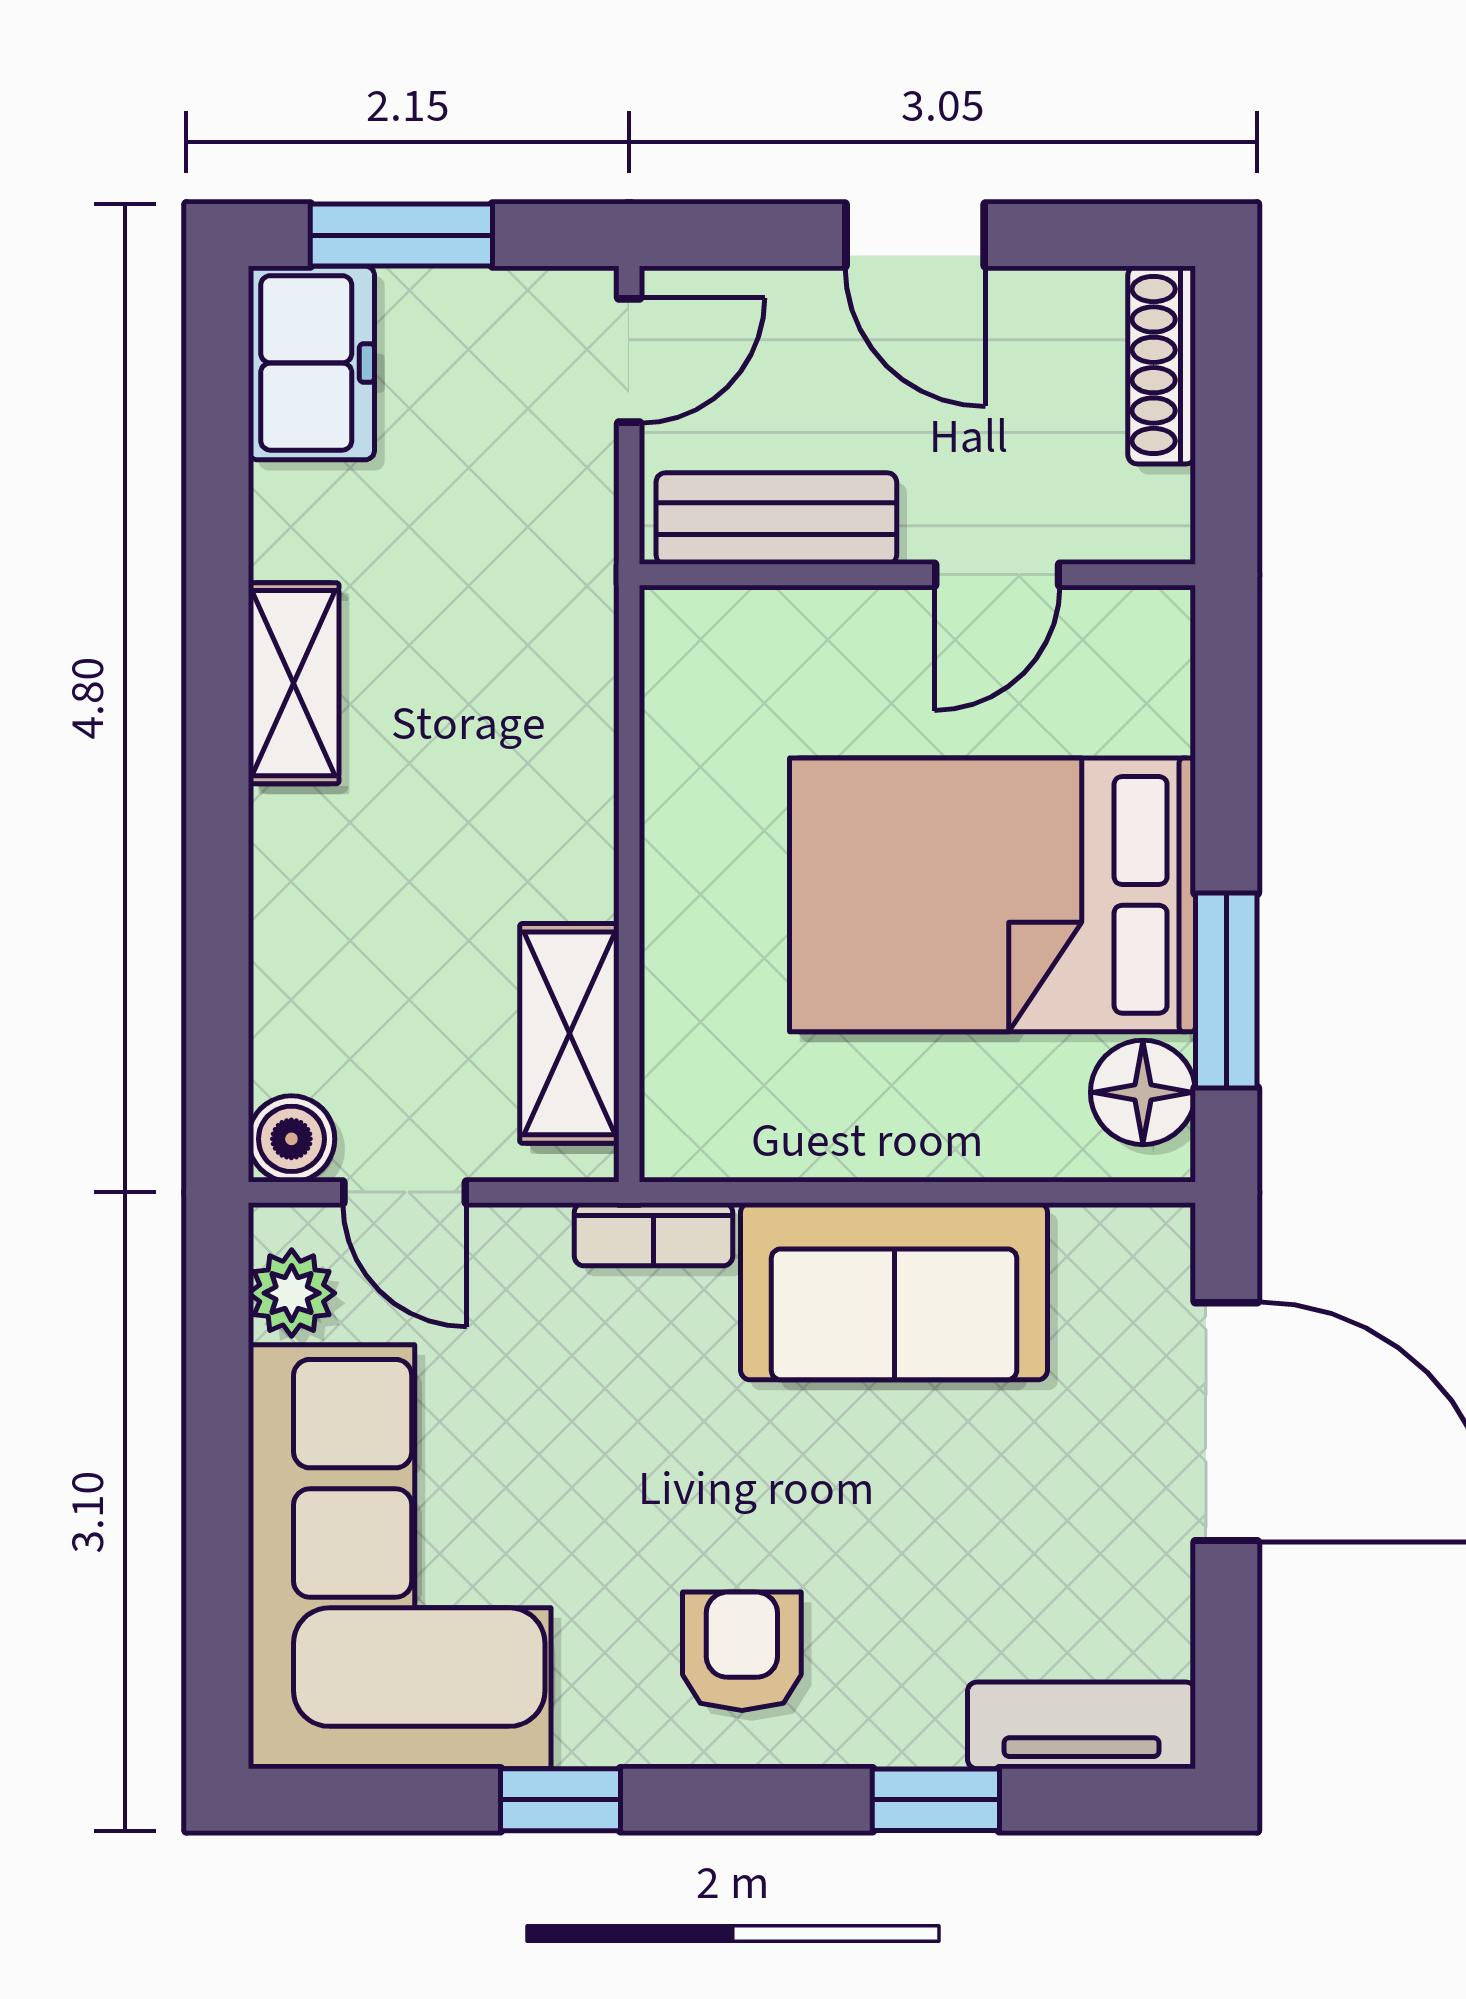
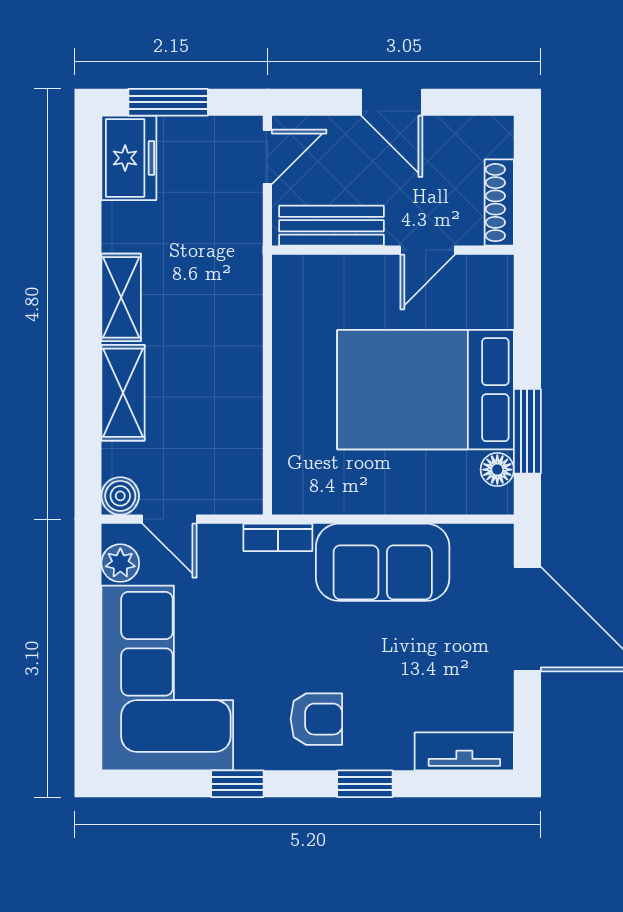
shoe rack: (1162, 365) -> (499, 203), moved
shelving: (569, 1033) -> (123, 393), moved
floor lamp: (1143, 1092) -> (497, 470), width x0.73, depth x0.73
armchair: (742, 1651) -> (316, 719), turned 90
window: (936, 1800) -> (365, 784), moved

